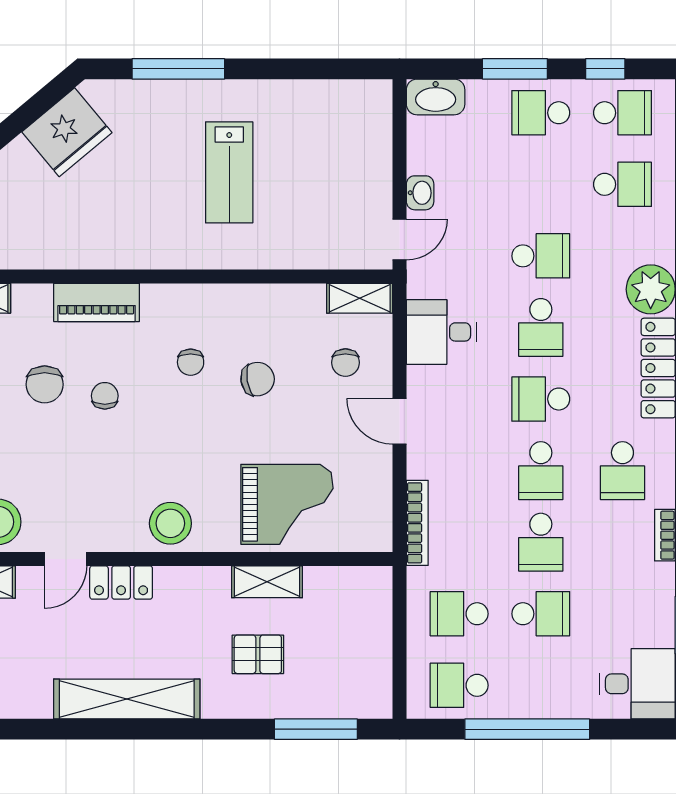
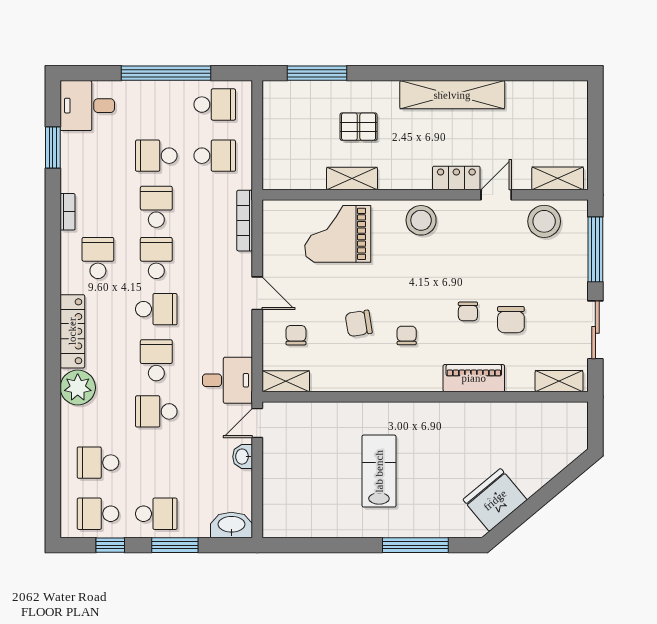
desk: (441, 332) -> (227, 380), moved
chair: (45, 384) -> (511, 320), turned 180

